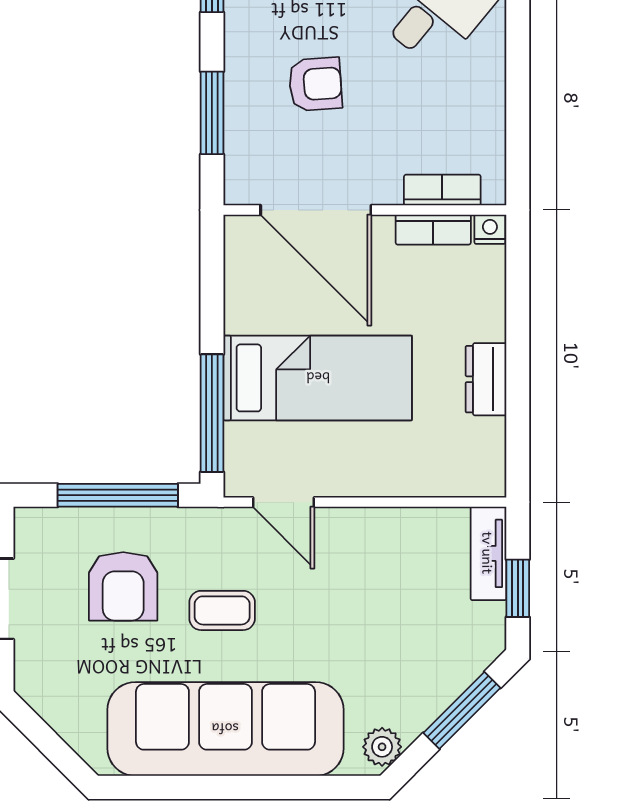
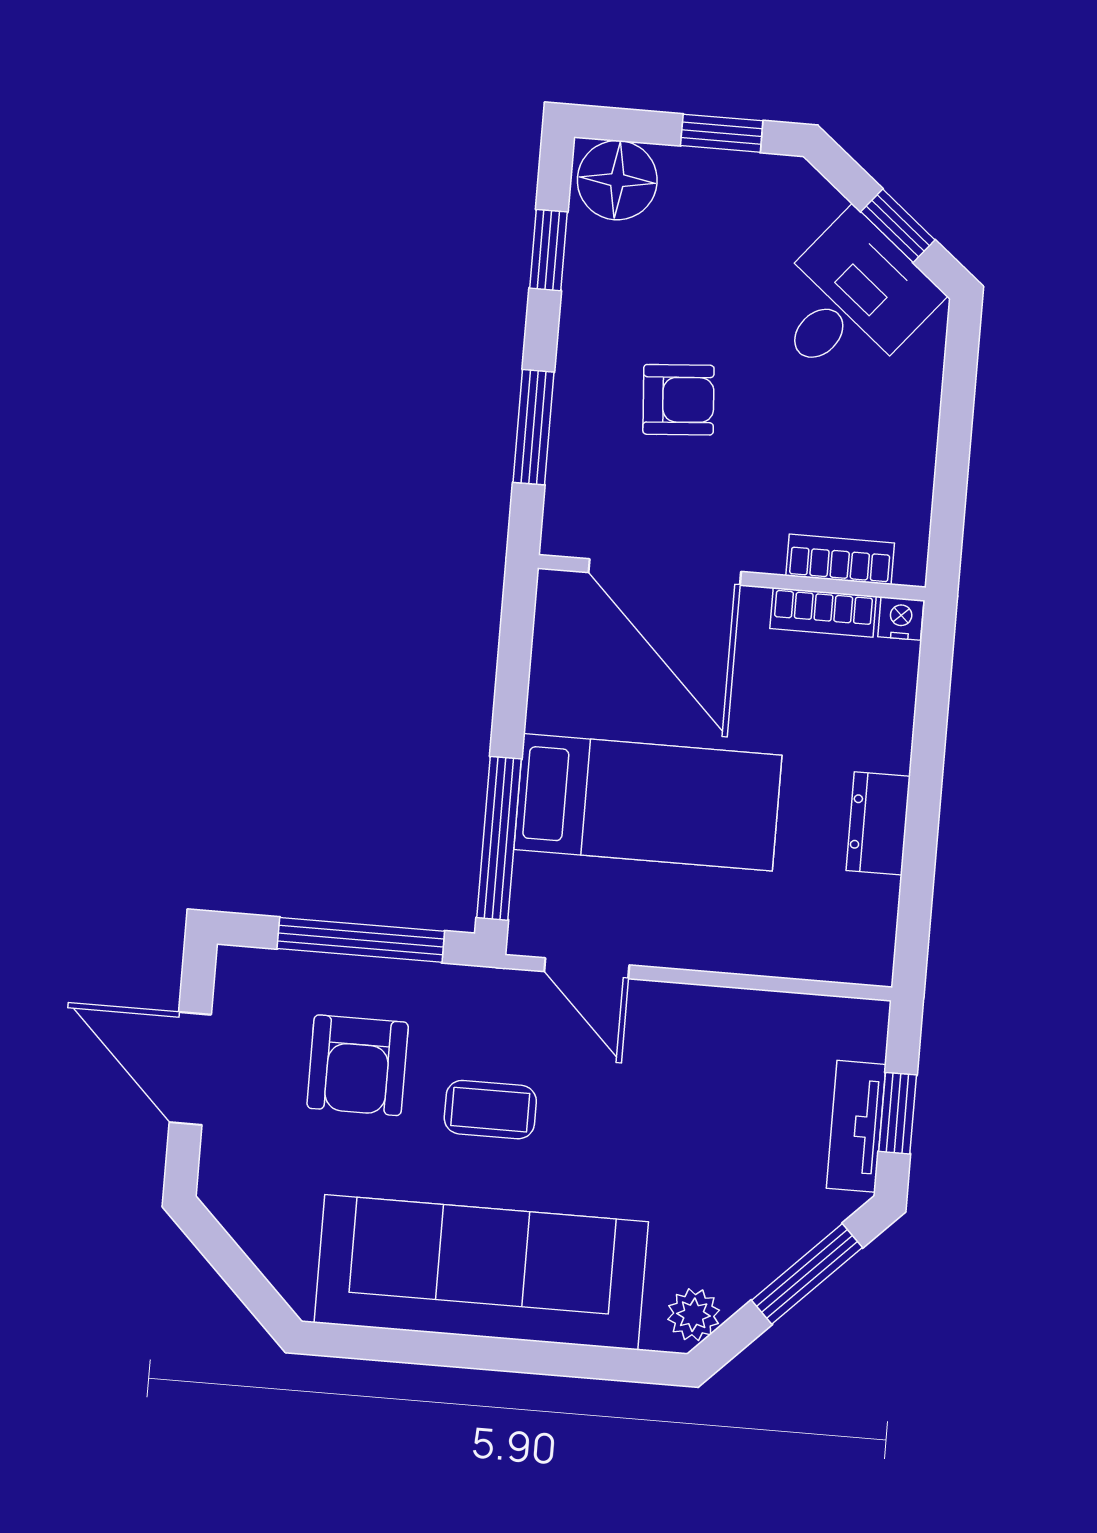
tv unit: (488, 553) -> (856, 1126), moved

